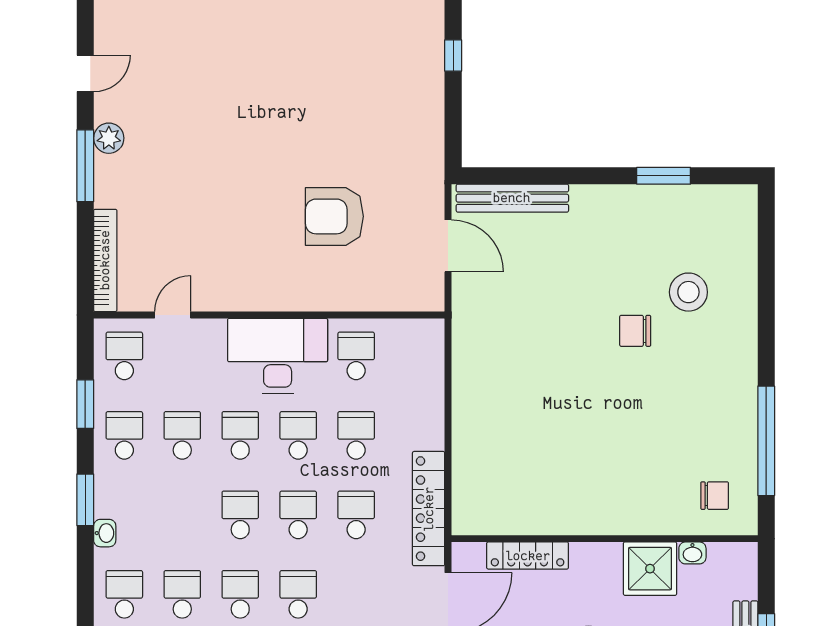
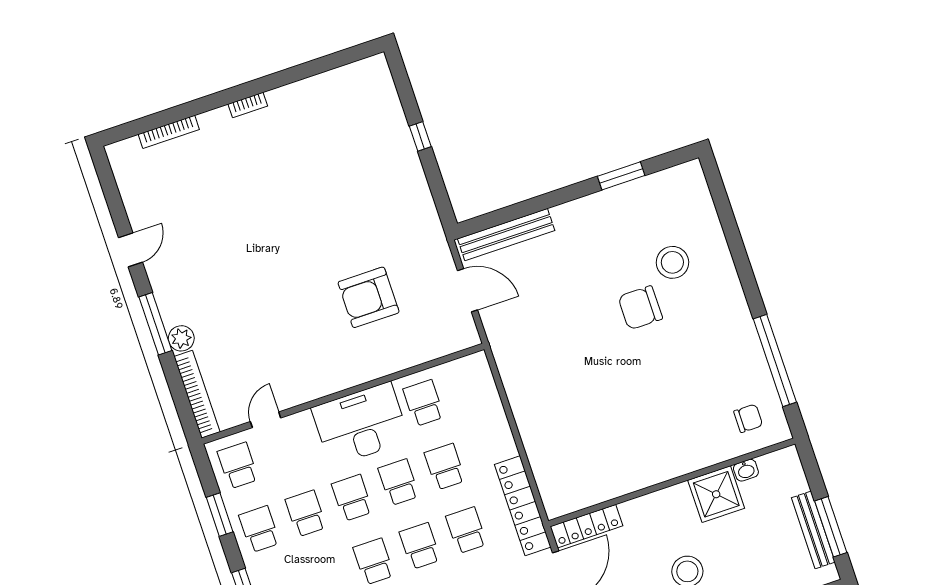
plant: (109, 138) -> (181, 338), moved
chair: (635, 331) -> (640, 308), width x1.37, depth x1.37
locker: (528, 556) -> (586, 526), moved

